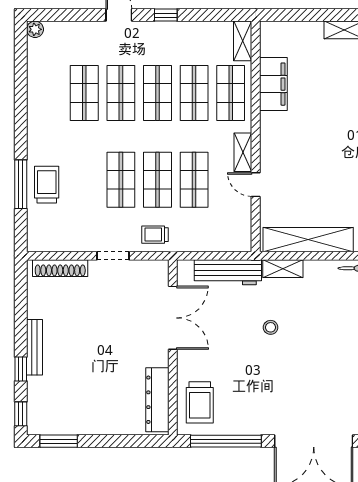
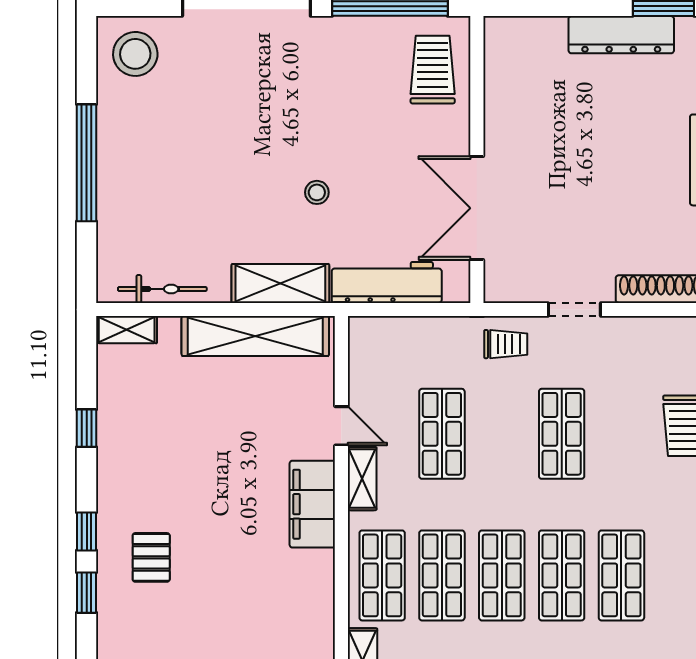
filing cabinet: (273, 84) -> (312, 504), moved
shop shelf: (157, 180) -> (502, 434), removed
shelving: (283, 269) -> (280, 283), width x1.50, depth x1.33
dresser: (157, 400) -> (621, 35), moved, turned 90

